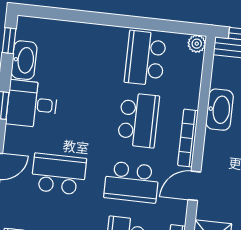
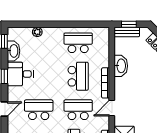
plant: (197, 44) -> (37, 32), moved
school desk: (145, 58) -> (78, 43), turned 90
school desk: (132, 182) -> (78, 110), turned 180

